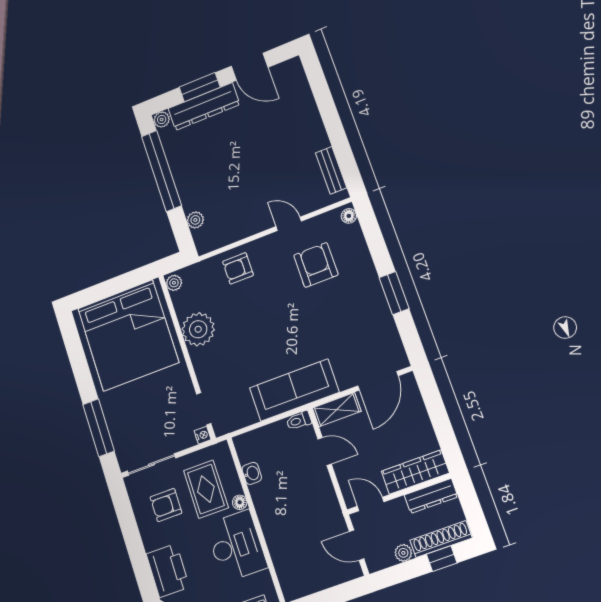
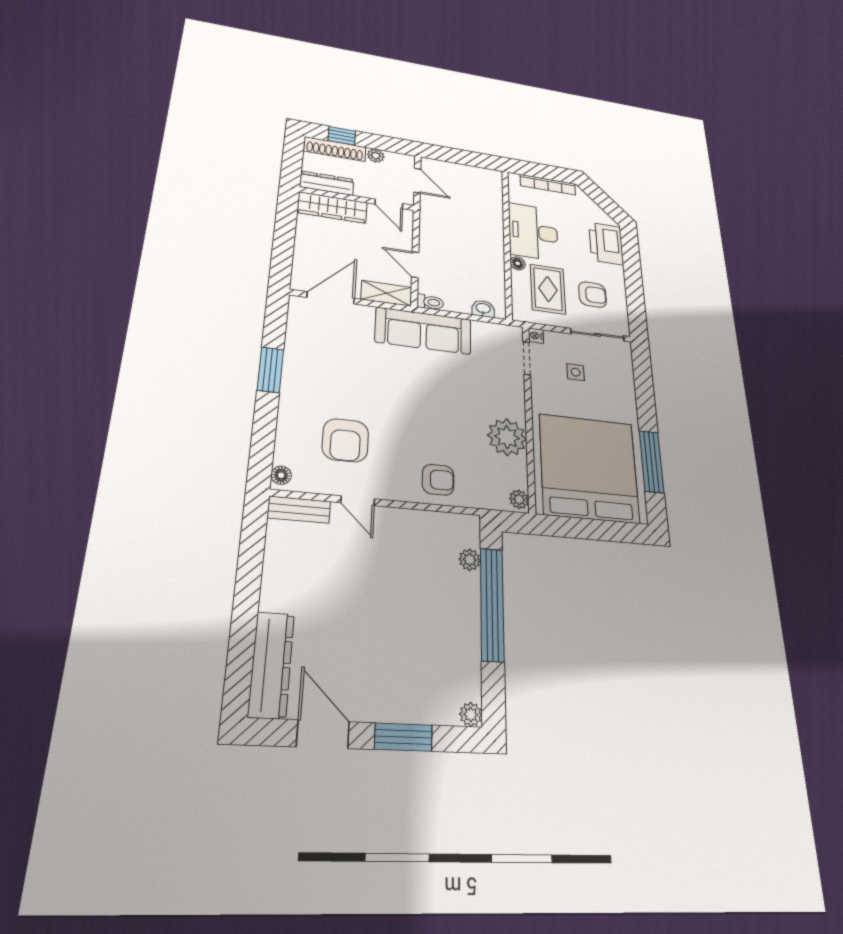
dresser: (204, 107) -> (271, 665), moved, turned 90
bench: (331, 170) -> (299, 510), moved, turned 90
window: (162, 171) -> (492, 604), moved
side table: (160, 417) -> (576, 372), added
window: (99, 428) -> (652, 462), moved
washbasin: (252, 473) -> (483, 309), moved, turned 90

